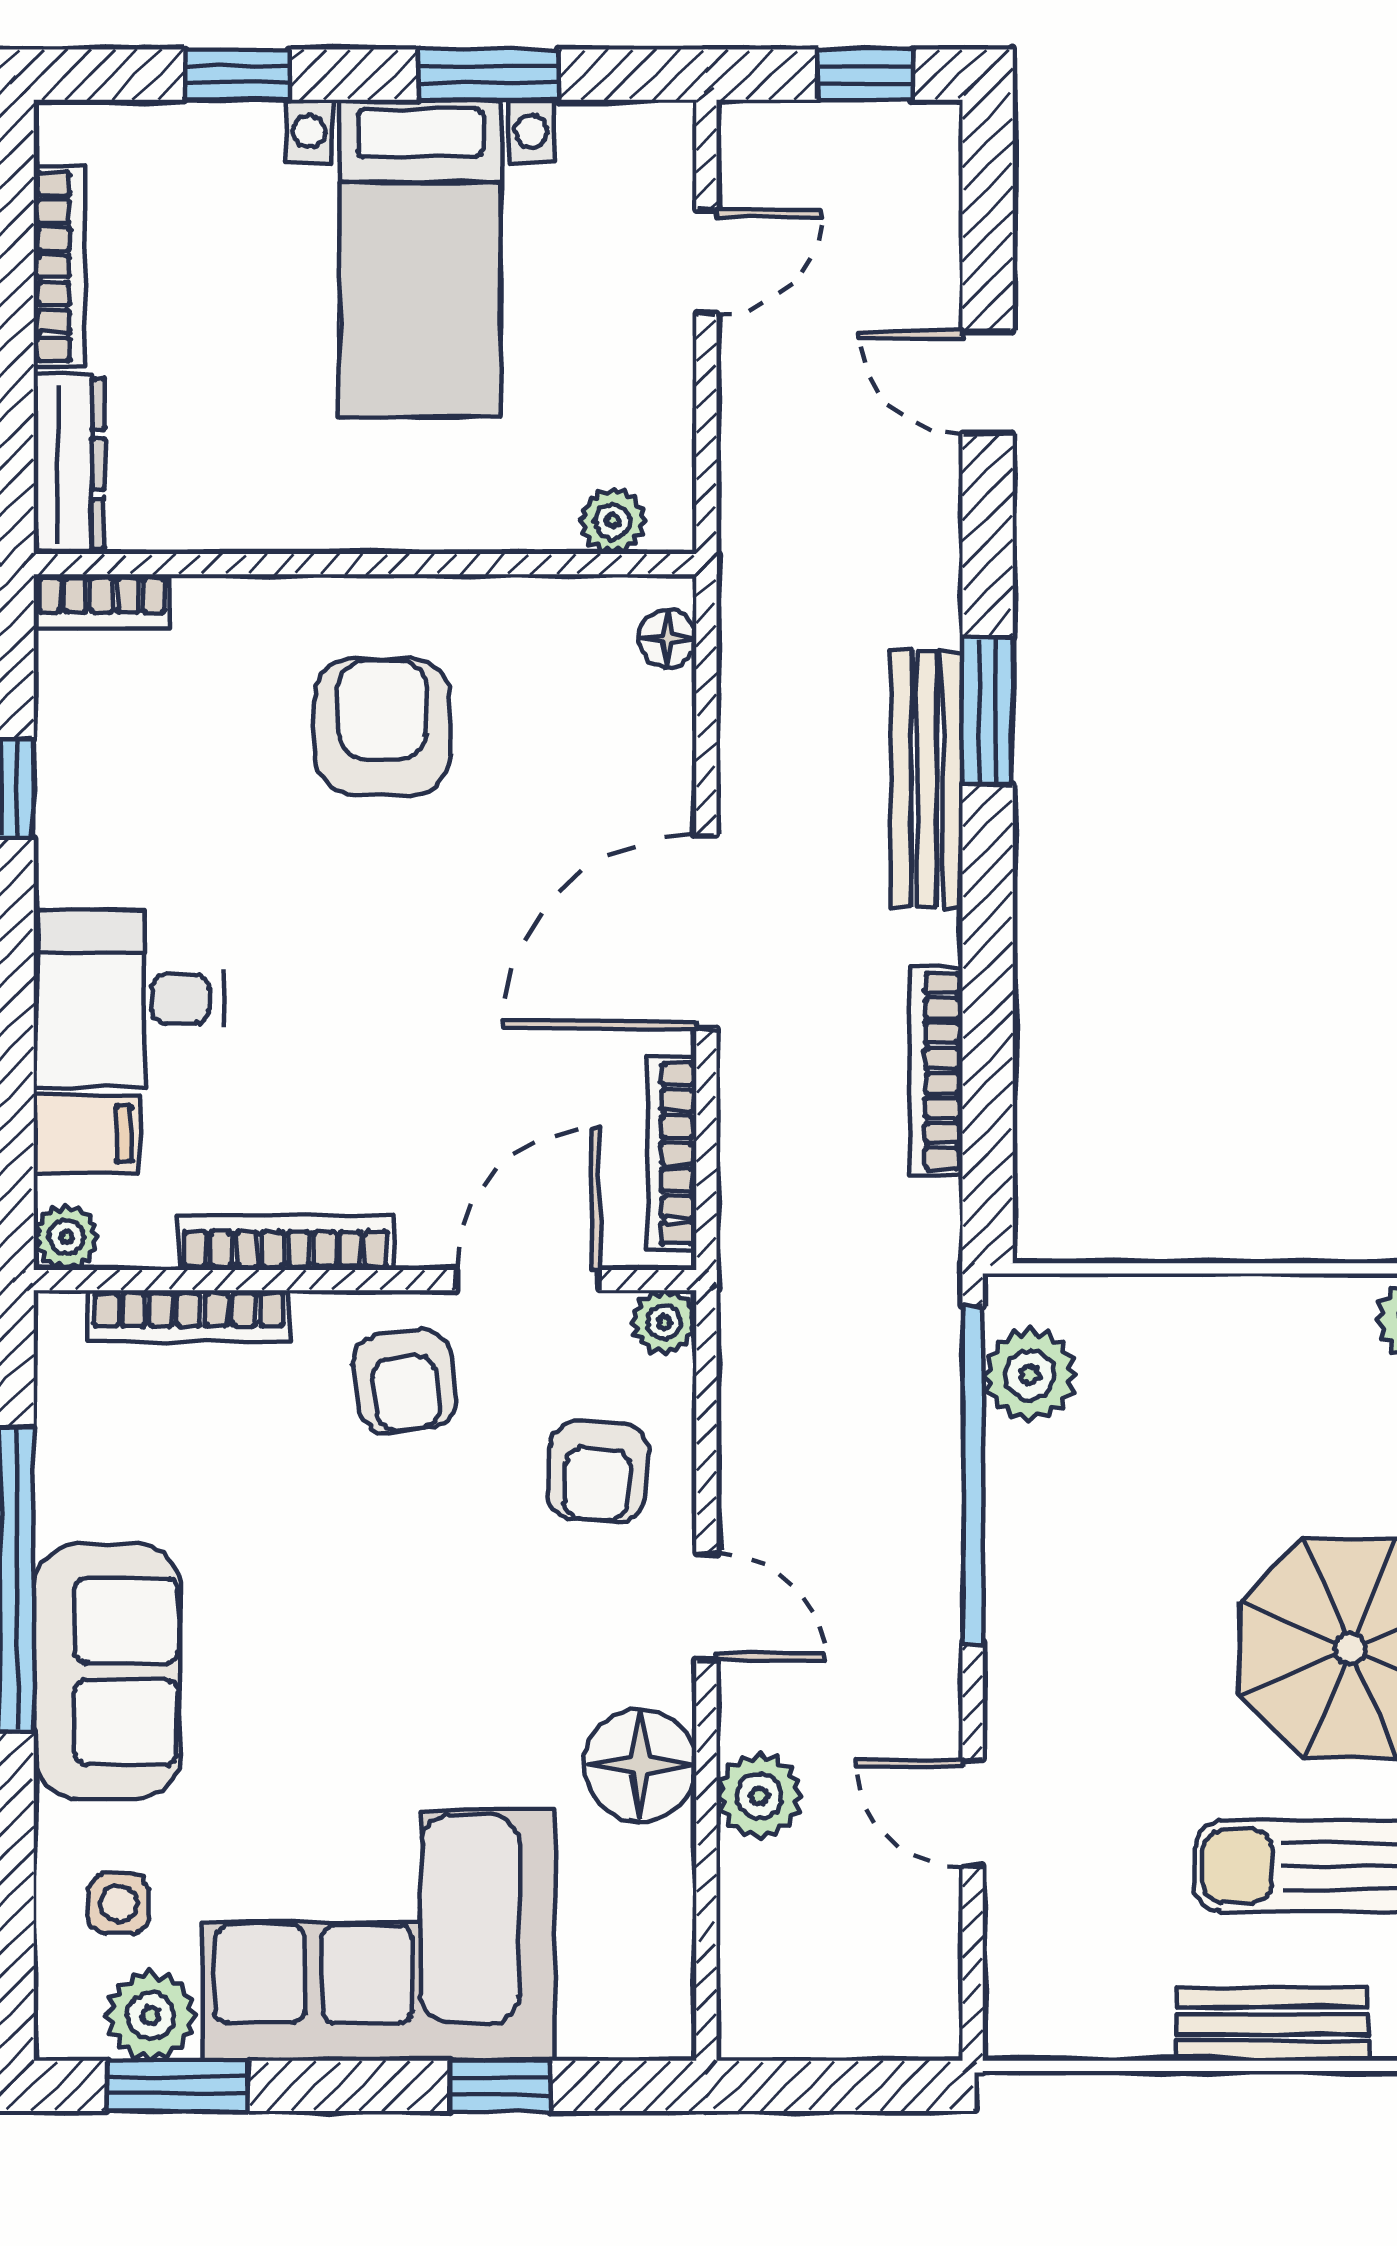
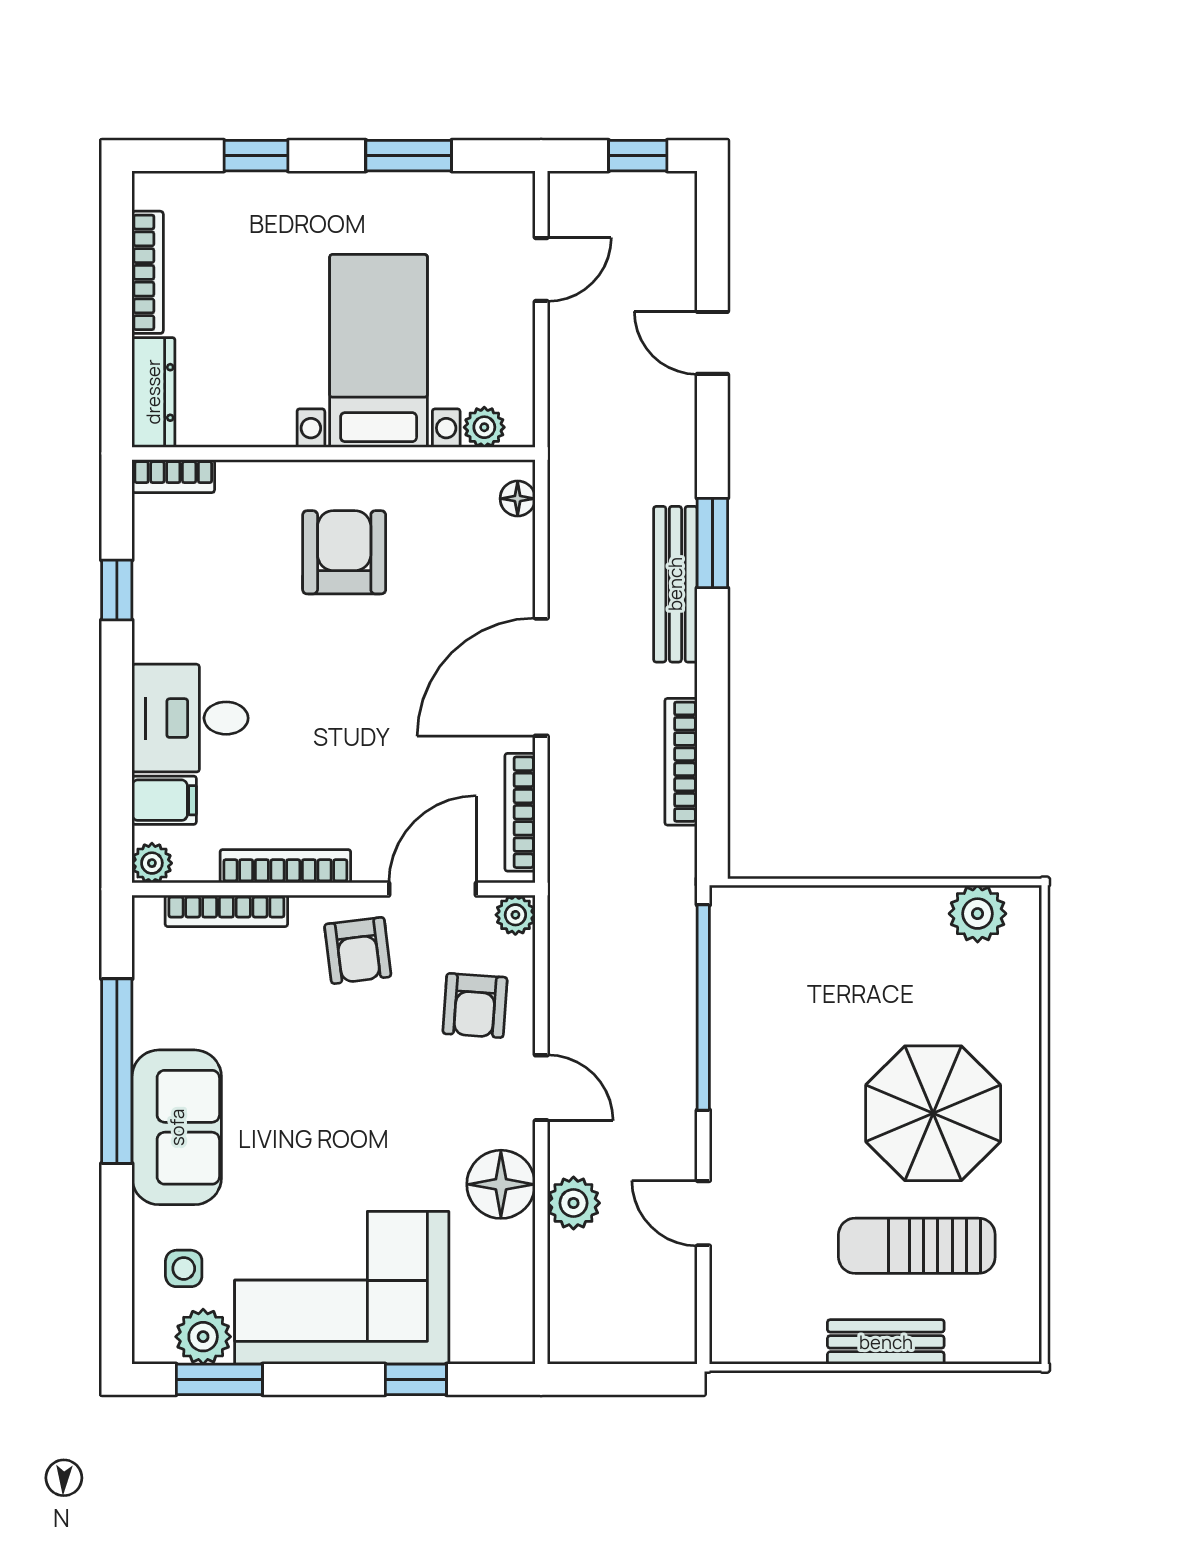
bed with nightstands: (420, 258) -> (379, 351), moved, turned 180
plant: (1030, 1375) -> (738, 947), removed

